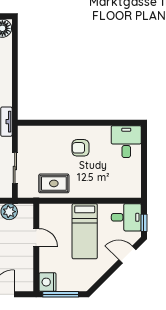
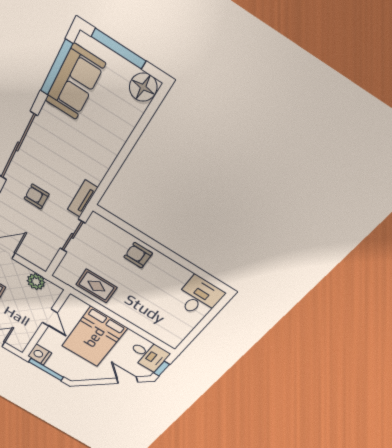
armchair: (80, 148) -> (138, 255), moved
sliding door: (15, 168) -> (72, 236), moved
bed: (85, 231) -> (94, 337), width x1.50

